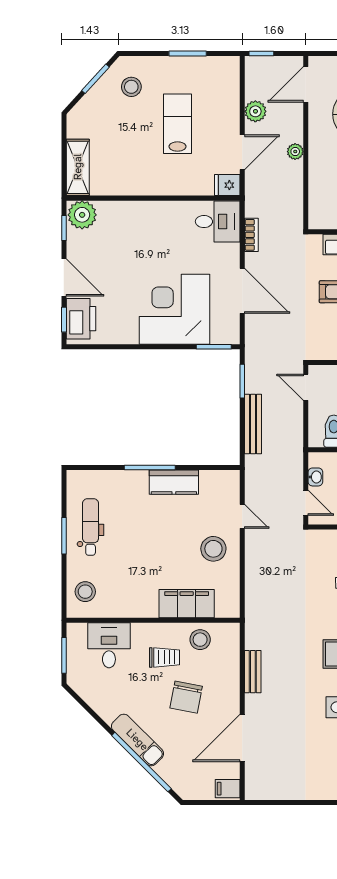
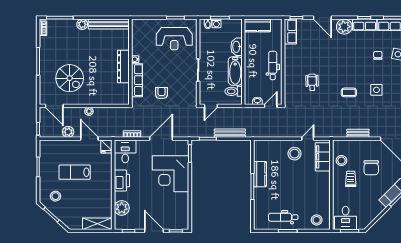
plant: (82, 215) -> (122, 208), moved
door: (64, 277) -> (154, 231), hinge flipped
printer: (81, 319) -> (122, 181), moved, turned 90
door: (242, 516) -> (308, 139), moved
filing cabinet: (187, 604) -> (323, 157), moved
desk: (109, 645) -> (346, 218), moved, turned -90
chair: (186, 697) -> (371, 168), turned 79

